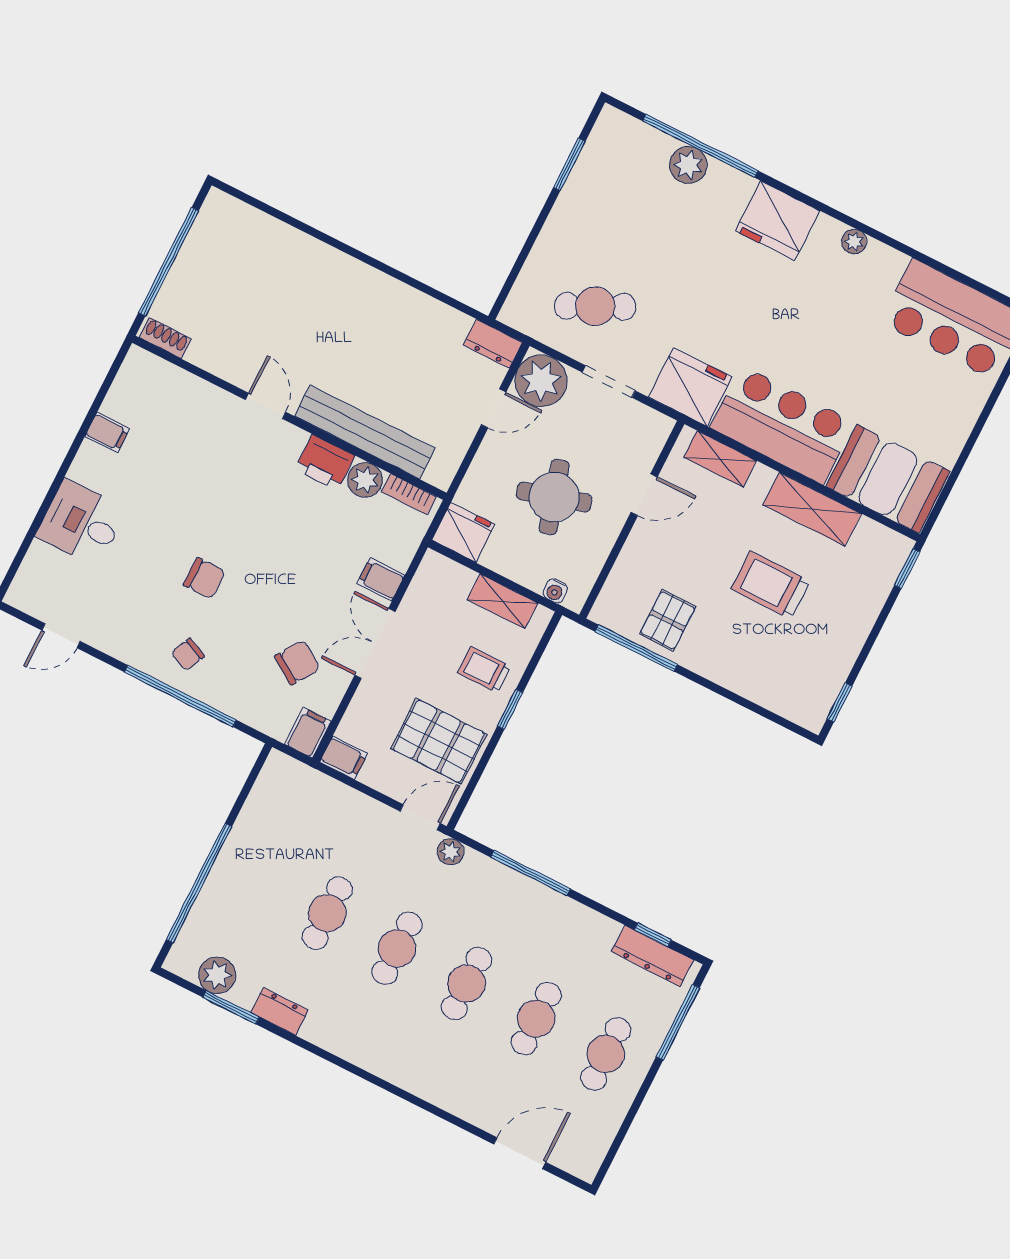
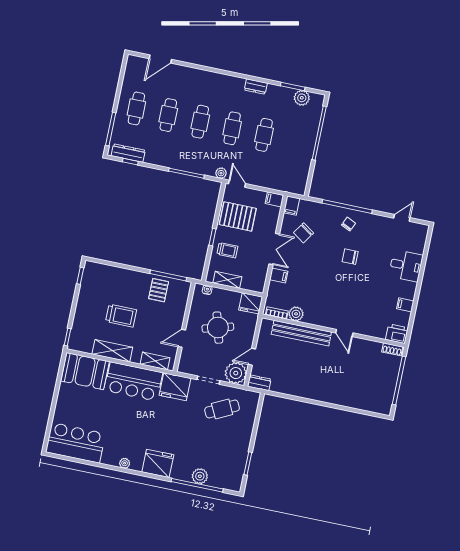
printer: (325, 462) -> (397, 334), moved
door: (420, 817) -> (237, 184), swing flipped
dresser: (279, 1011) -> (256, 86), moved

